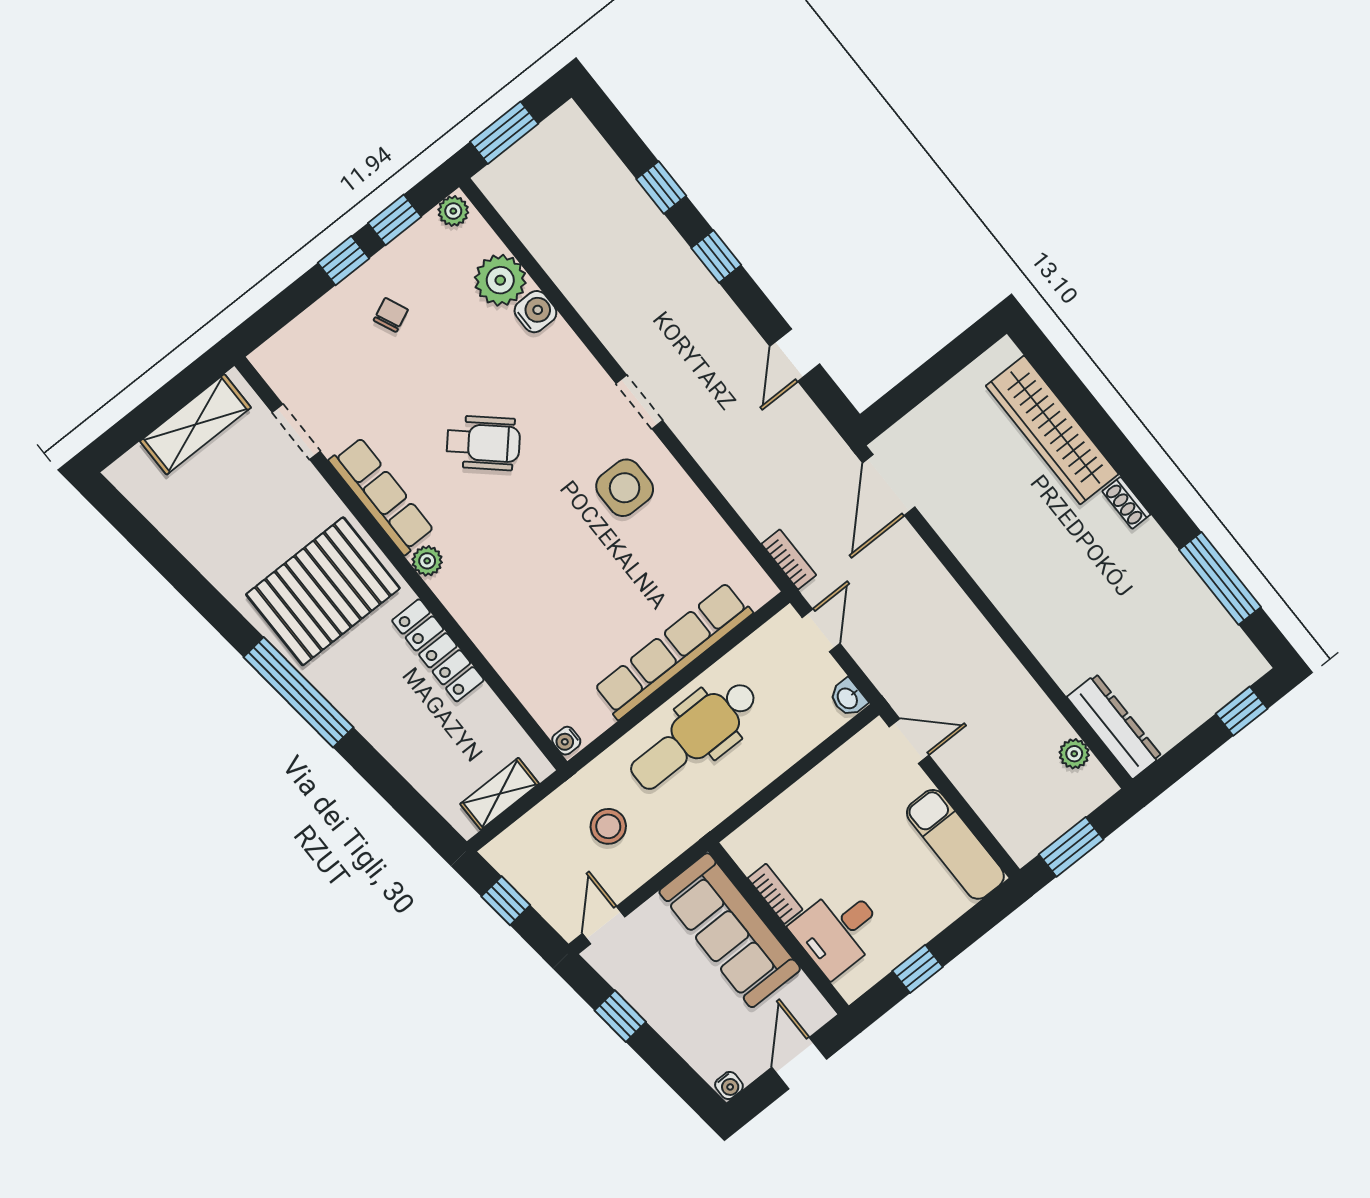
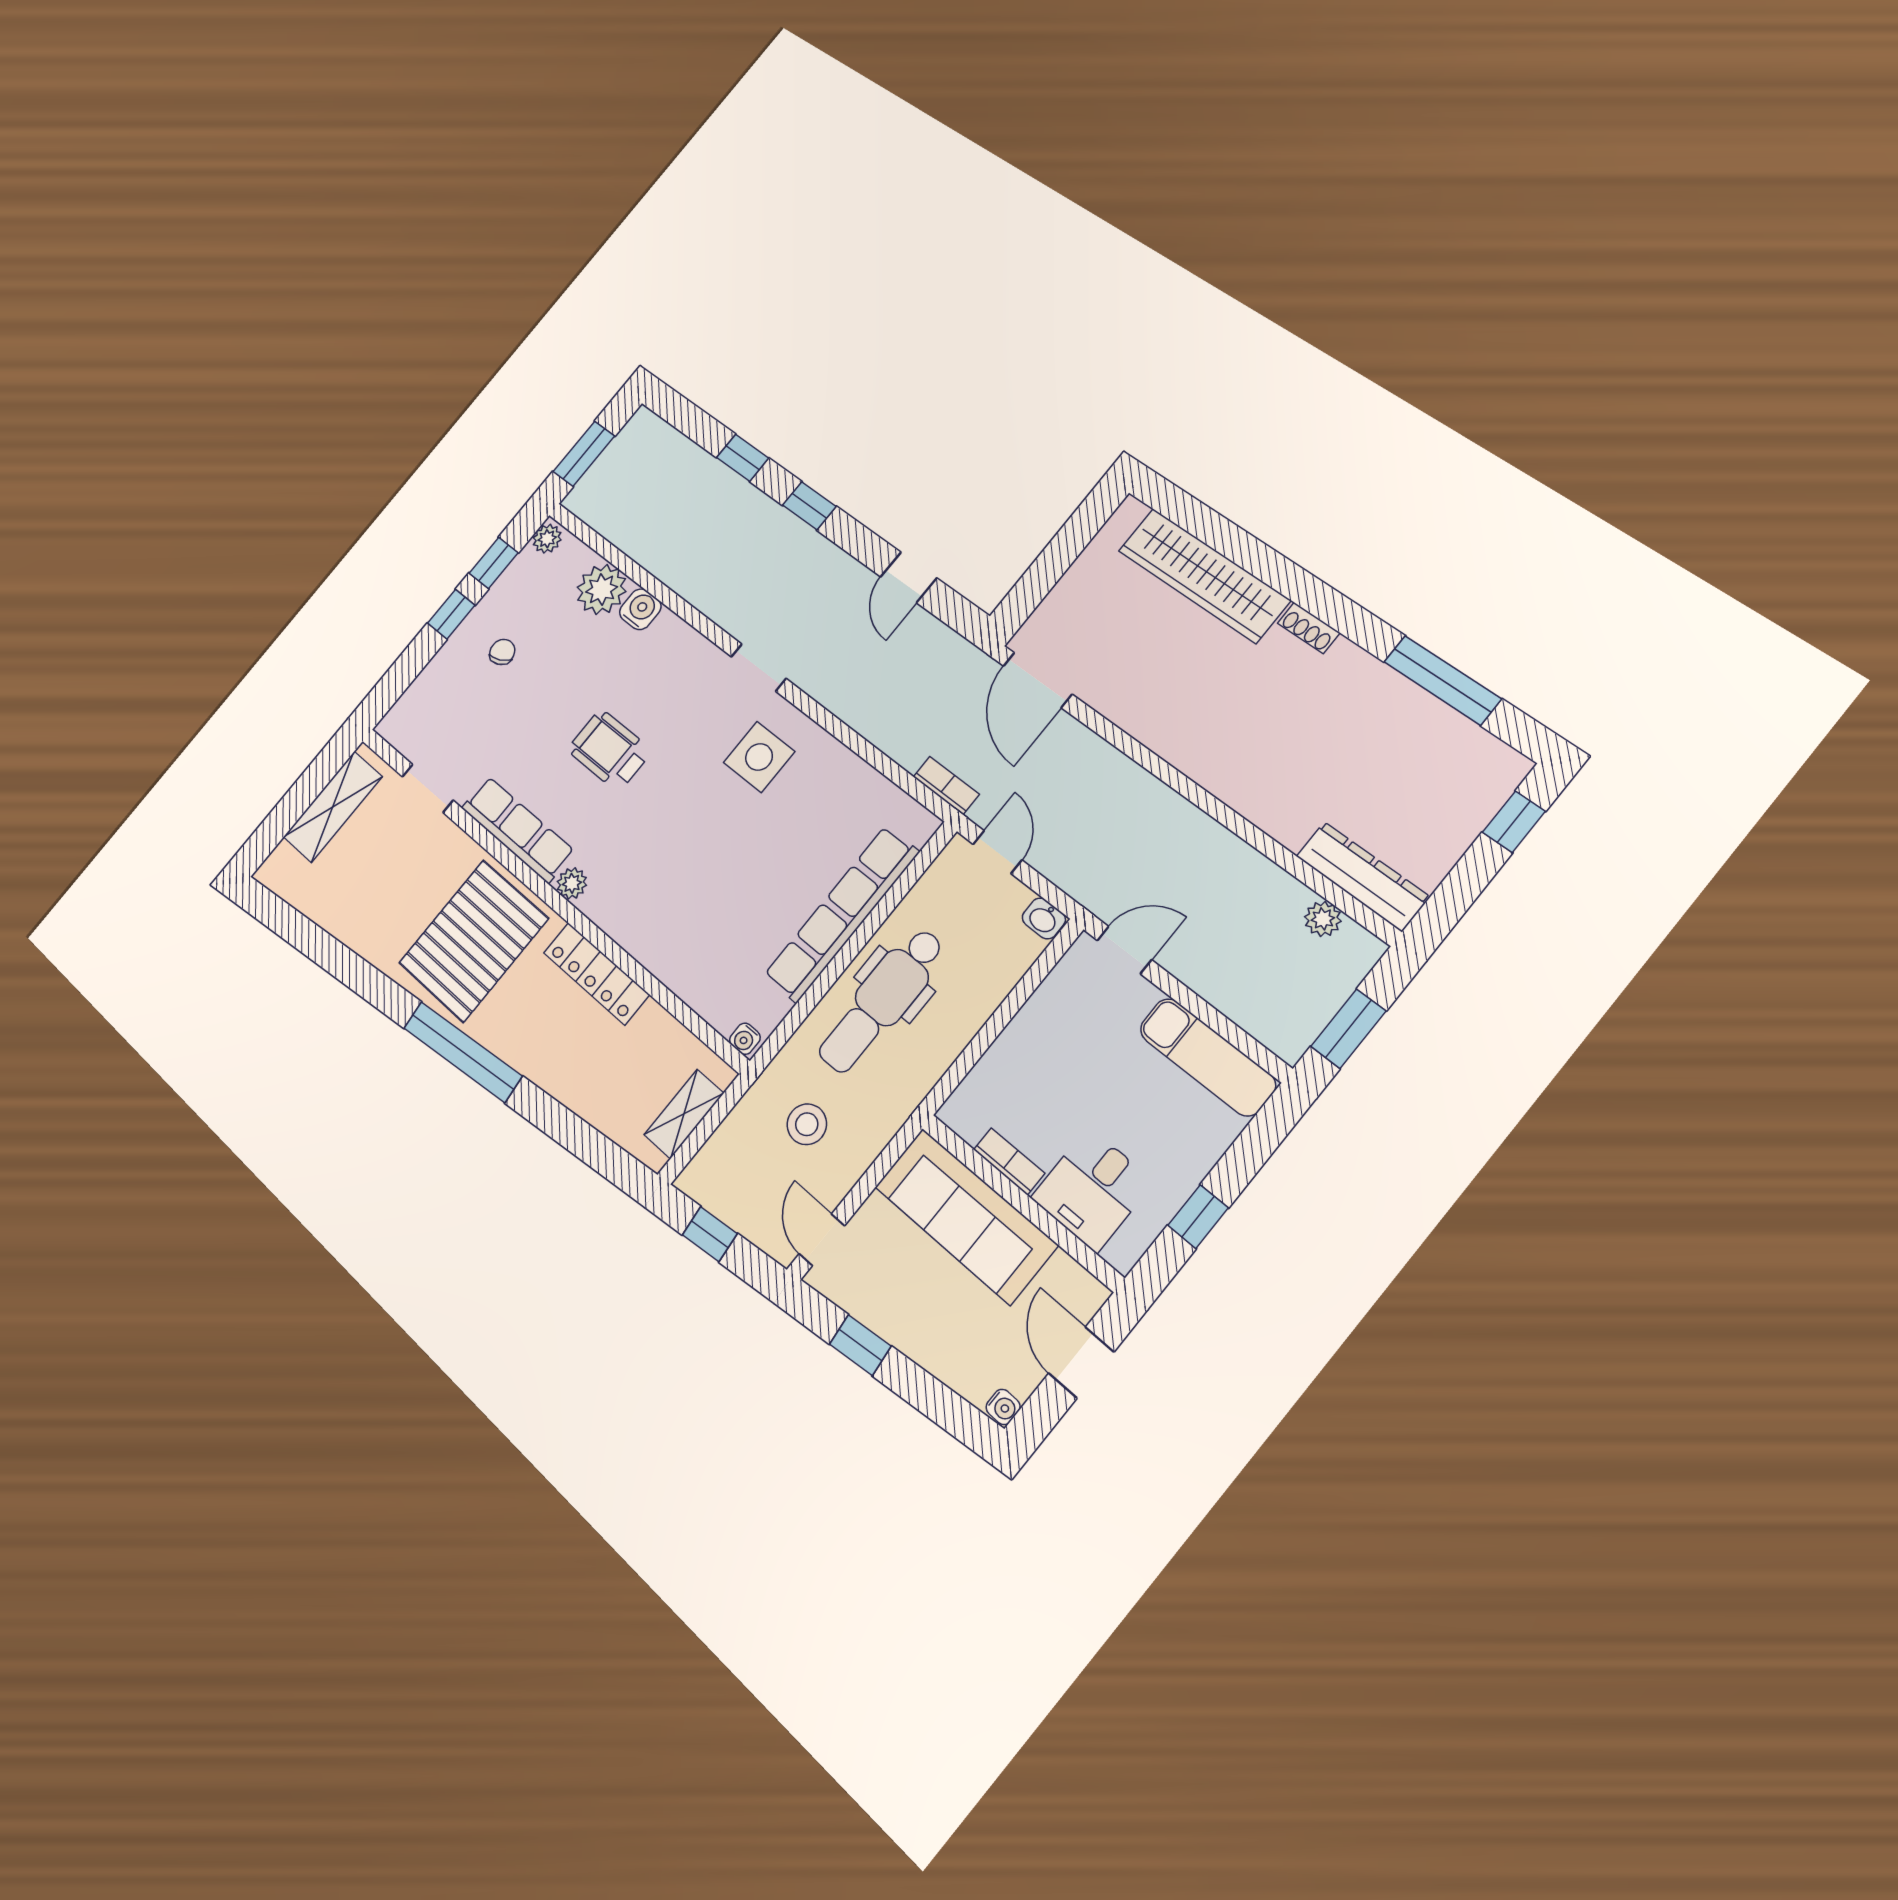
wheelchair: (483, 443) -> (609, 750), turned -132

